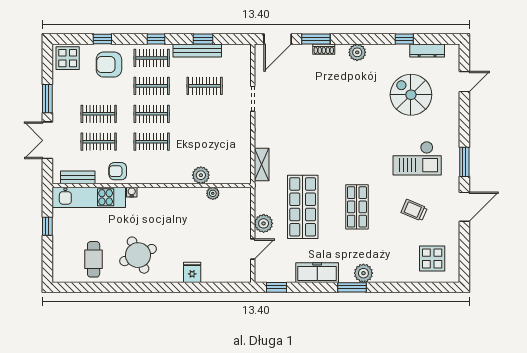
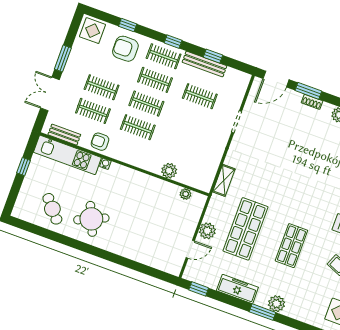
plant: (213, 193) -> (186, 194), moved
cafe table: (94, 259) -> (52, 209), turned -41
fridge: (192, 272) -> (132, 250), removed

